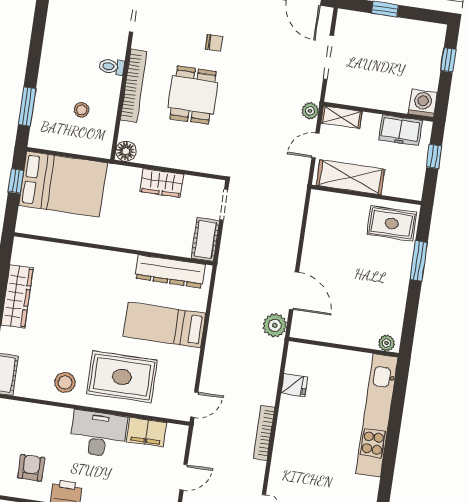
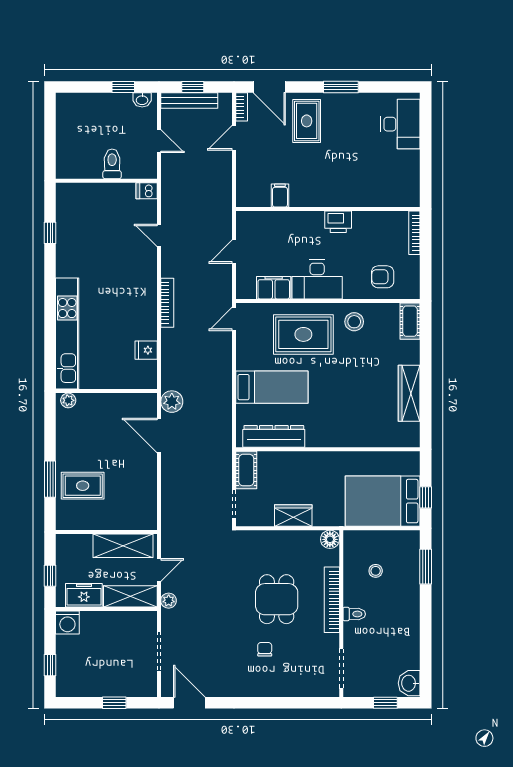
chair: (214, 43) -> (265, 649), turned 90
shelving: (341, 117) -> (130, 596), width x1.50, depth x1.33
rug: (392, 223) -> (83, 486), moved
armchair: (31, 468) -> (383, 277), moved, turned 90

